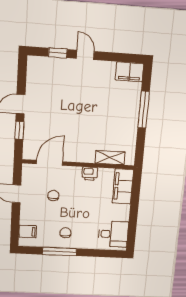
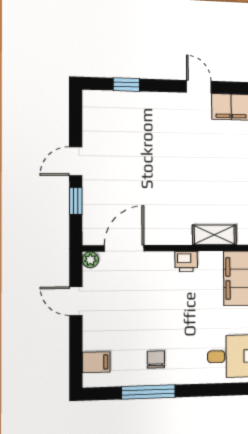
door: (85, 55) -> (199, 87), moved
plant: (27, 169) -> (90, 260), added
chair: (53, 195) -> (133, 300), removed

